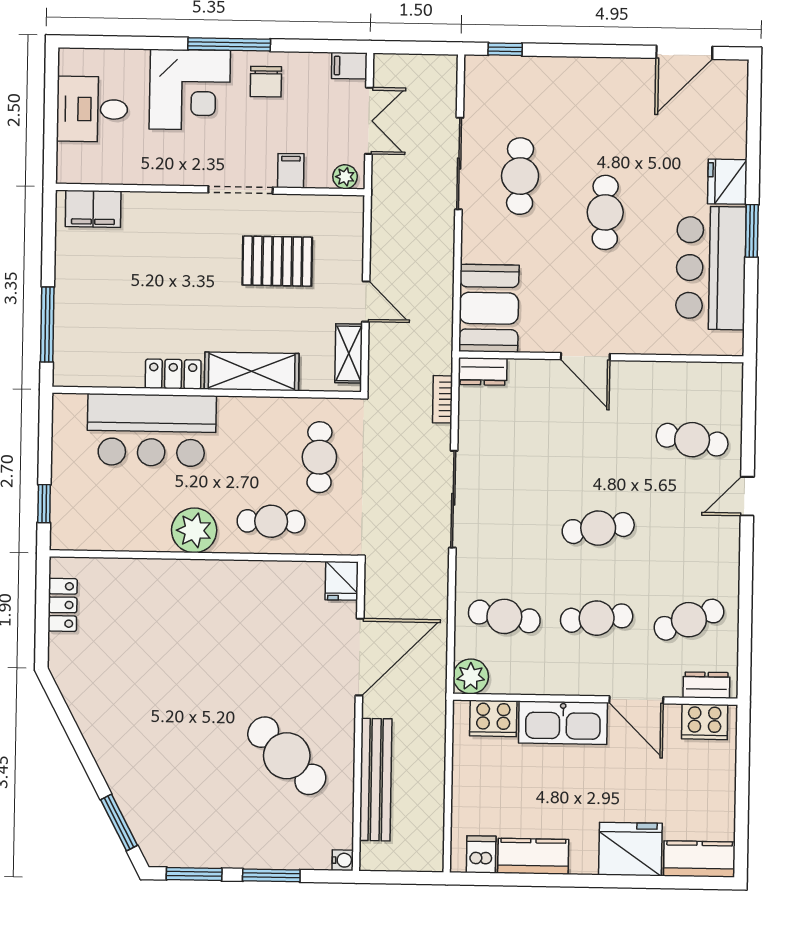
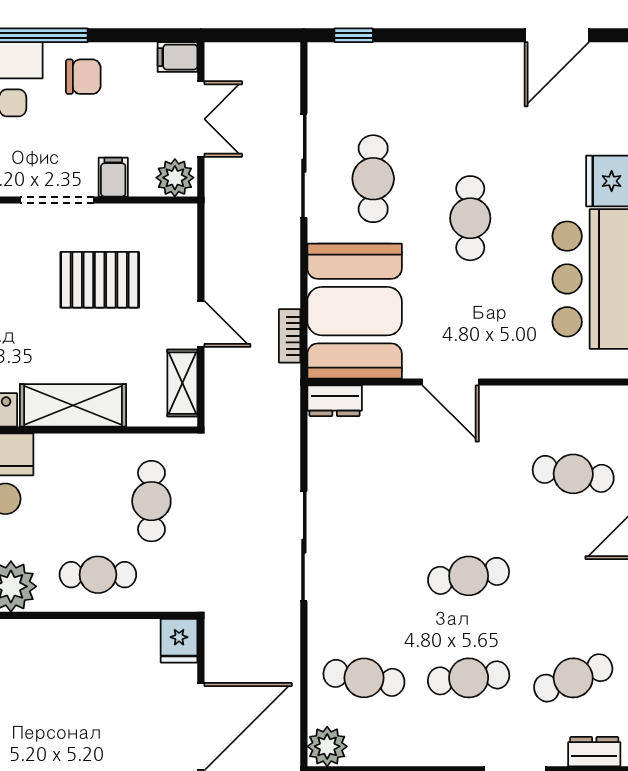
chair: (266, 82) -> (83, 77), turned -90
plant: (345, 177) -> (175, 178), width x1.38, depth x1.38
booth: (489, 308) -> (355, 311), width x1.36, depth x1.42
bookcase: (442, 399) -> (290, 336), moved

